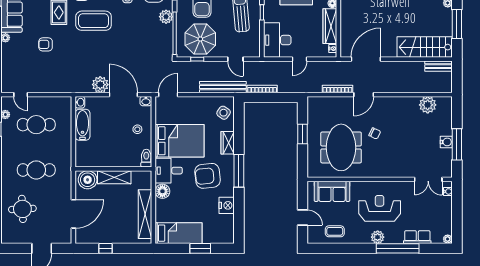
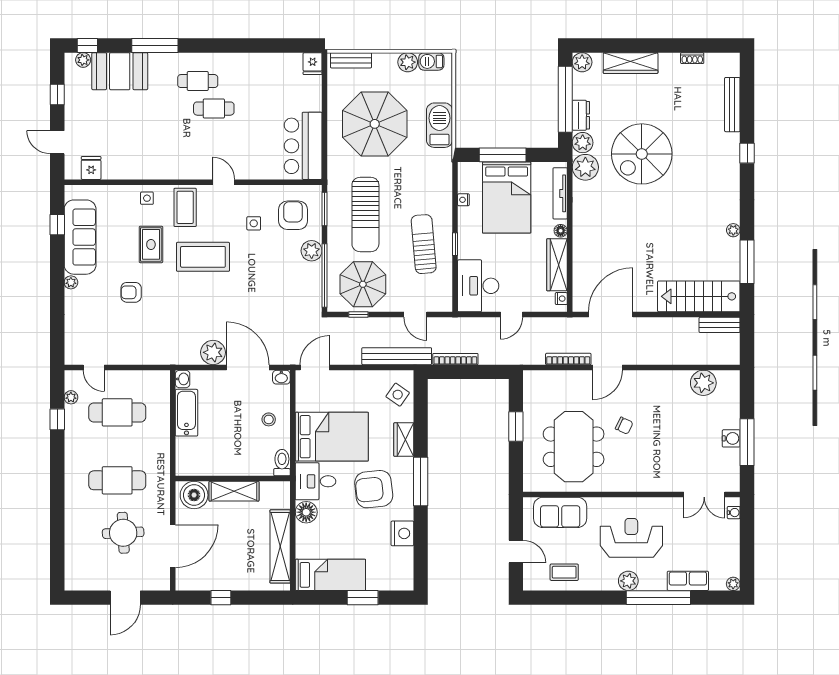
round table: (22, 209) -> (123, 533), moved

